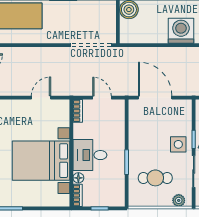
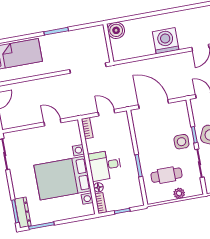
door: (41, 98) -> (52, 122), hinge flipped
plant: (179, 200) -> (179, 193), moved

